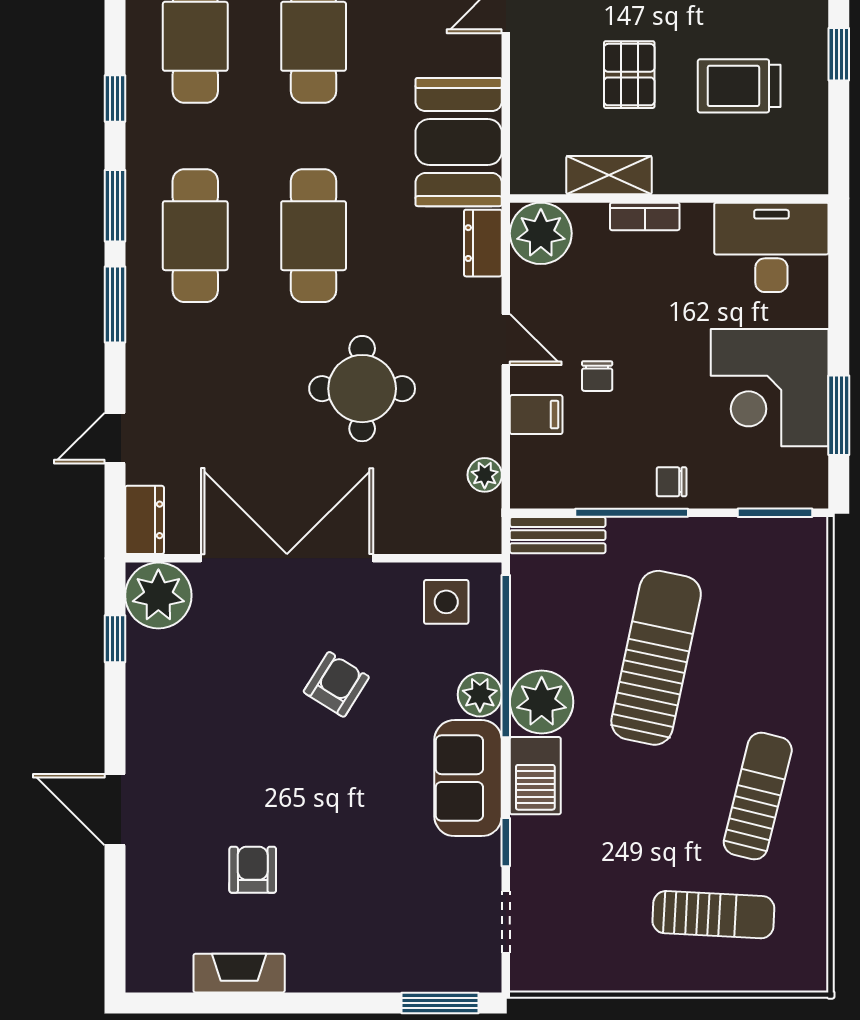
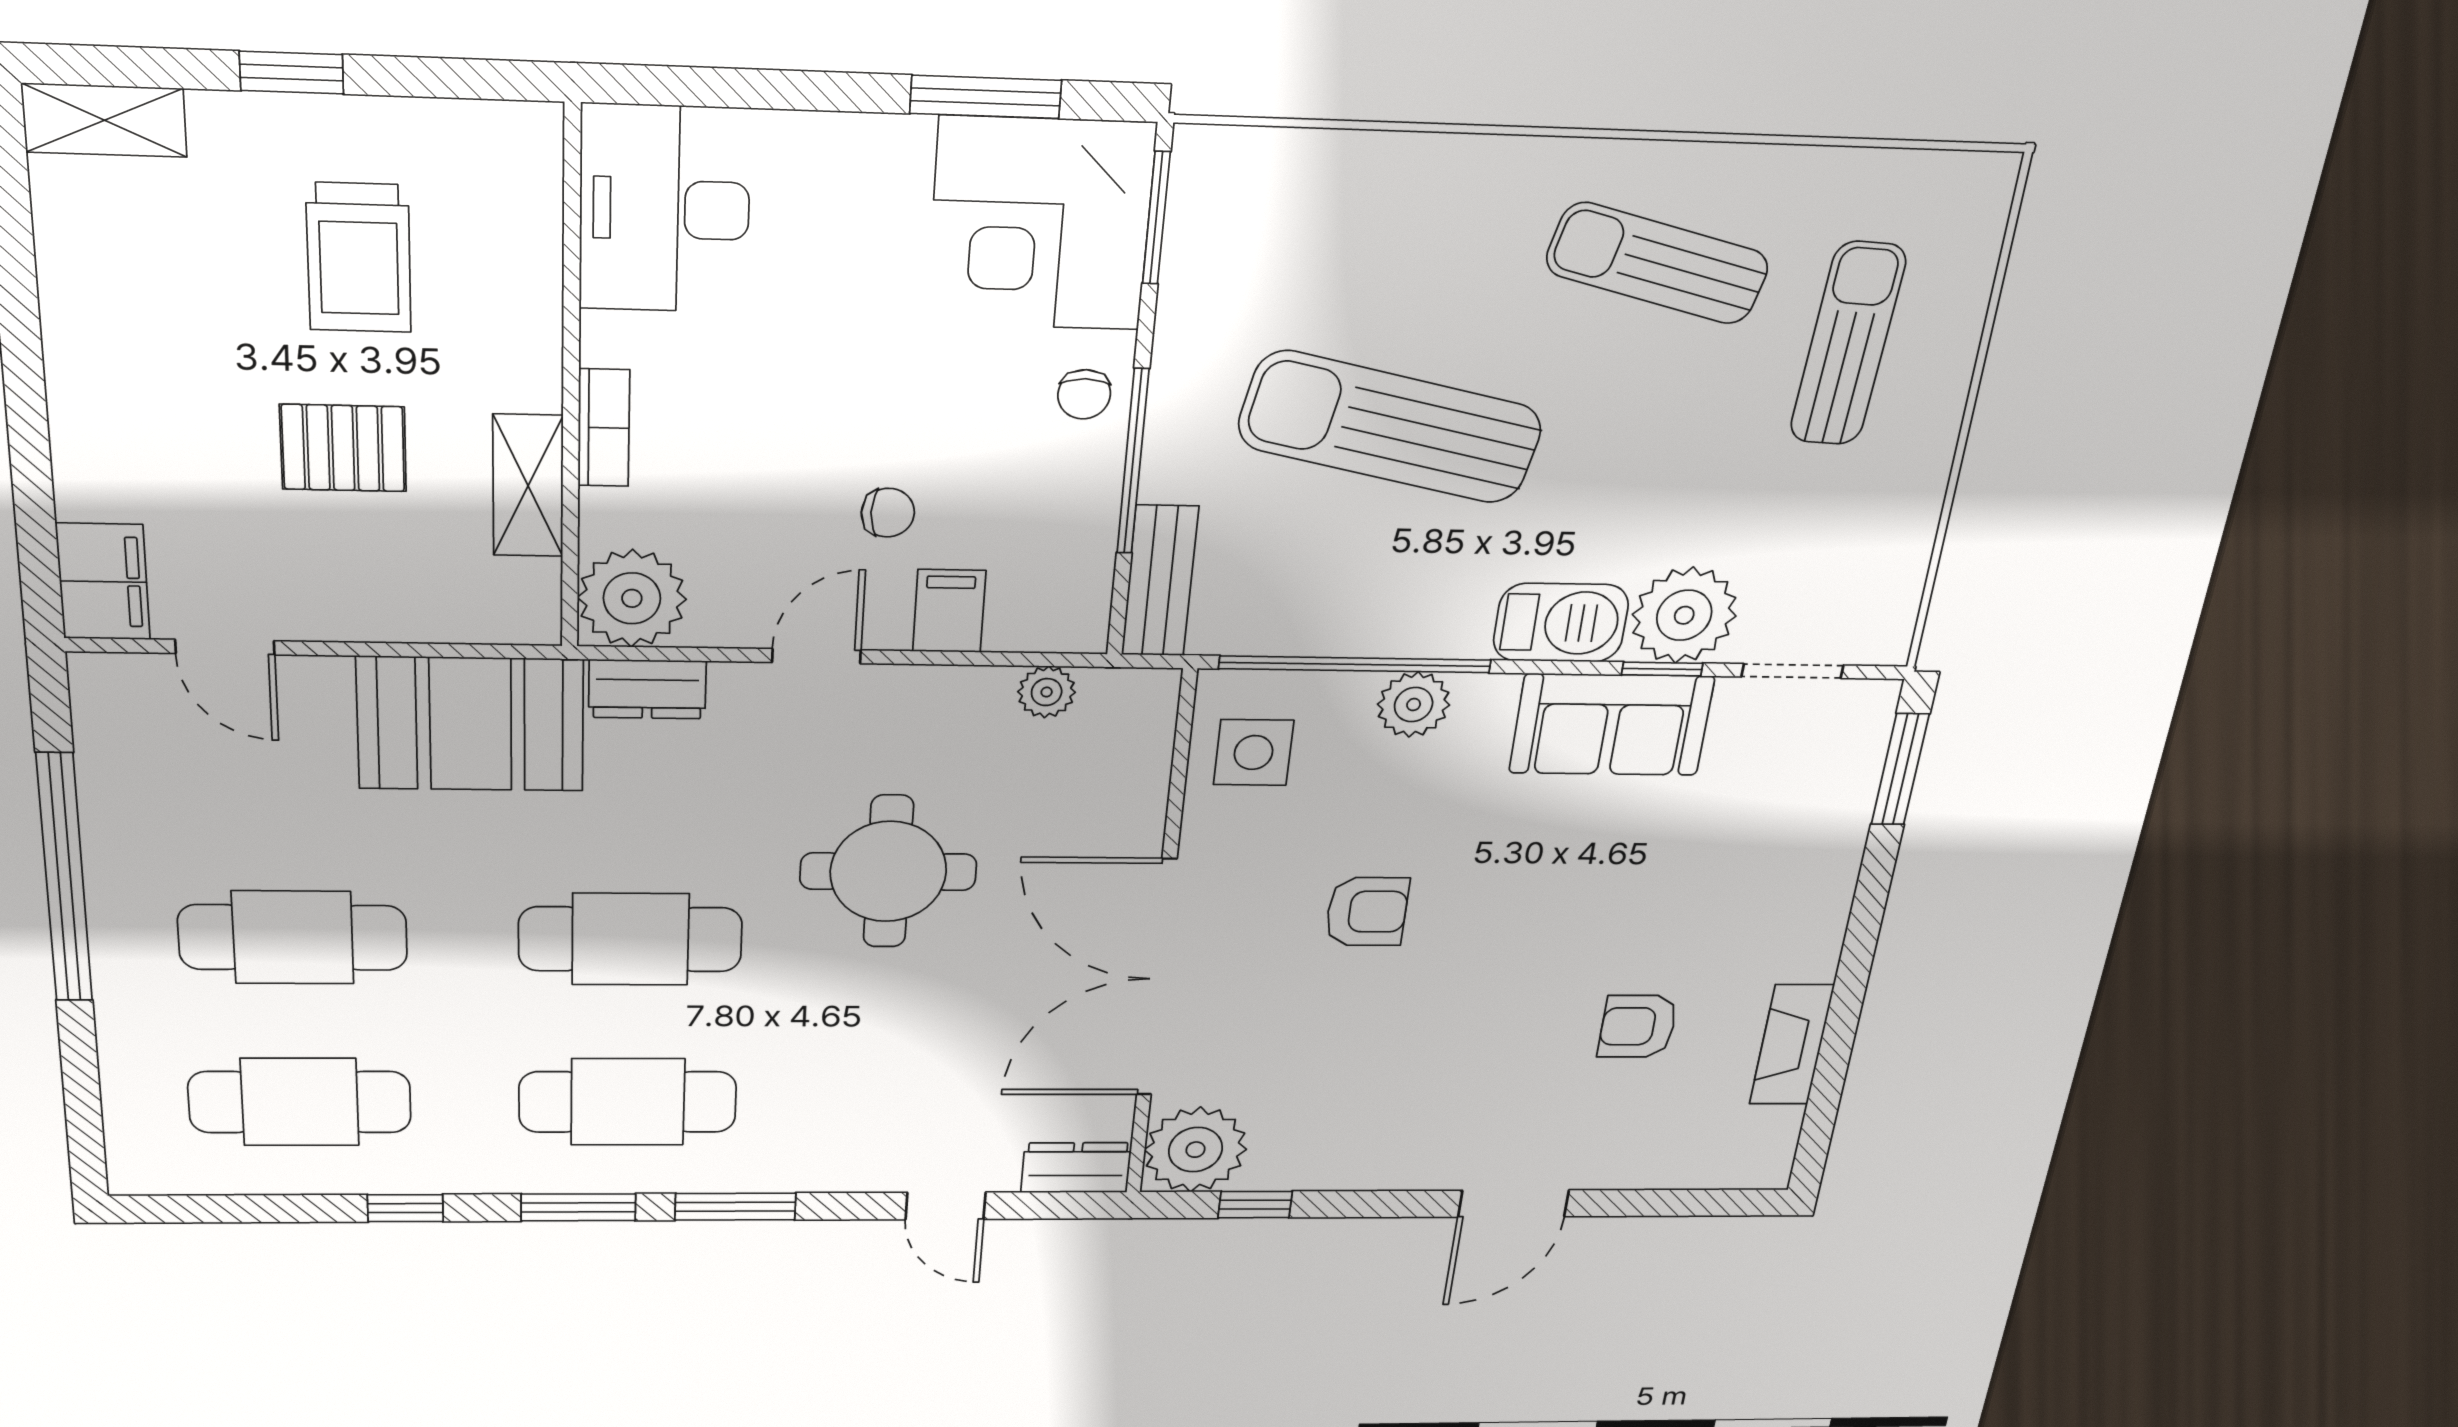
corner desk: (770, 388) -> (1040, 224), moved, turned 90
armchair: (336, 684) -> (1367, 912), turned 148
plant: (542, 702) -> (1684, 615), moved
sofa: (468, 778) -> (1612, 725), moved

